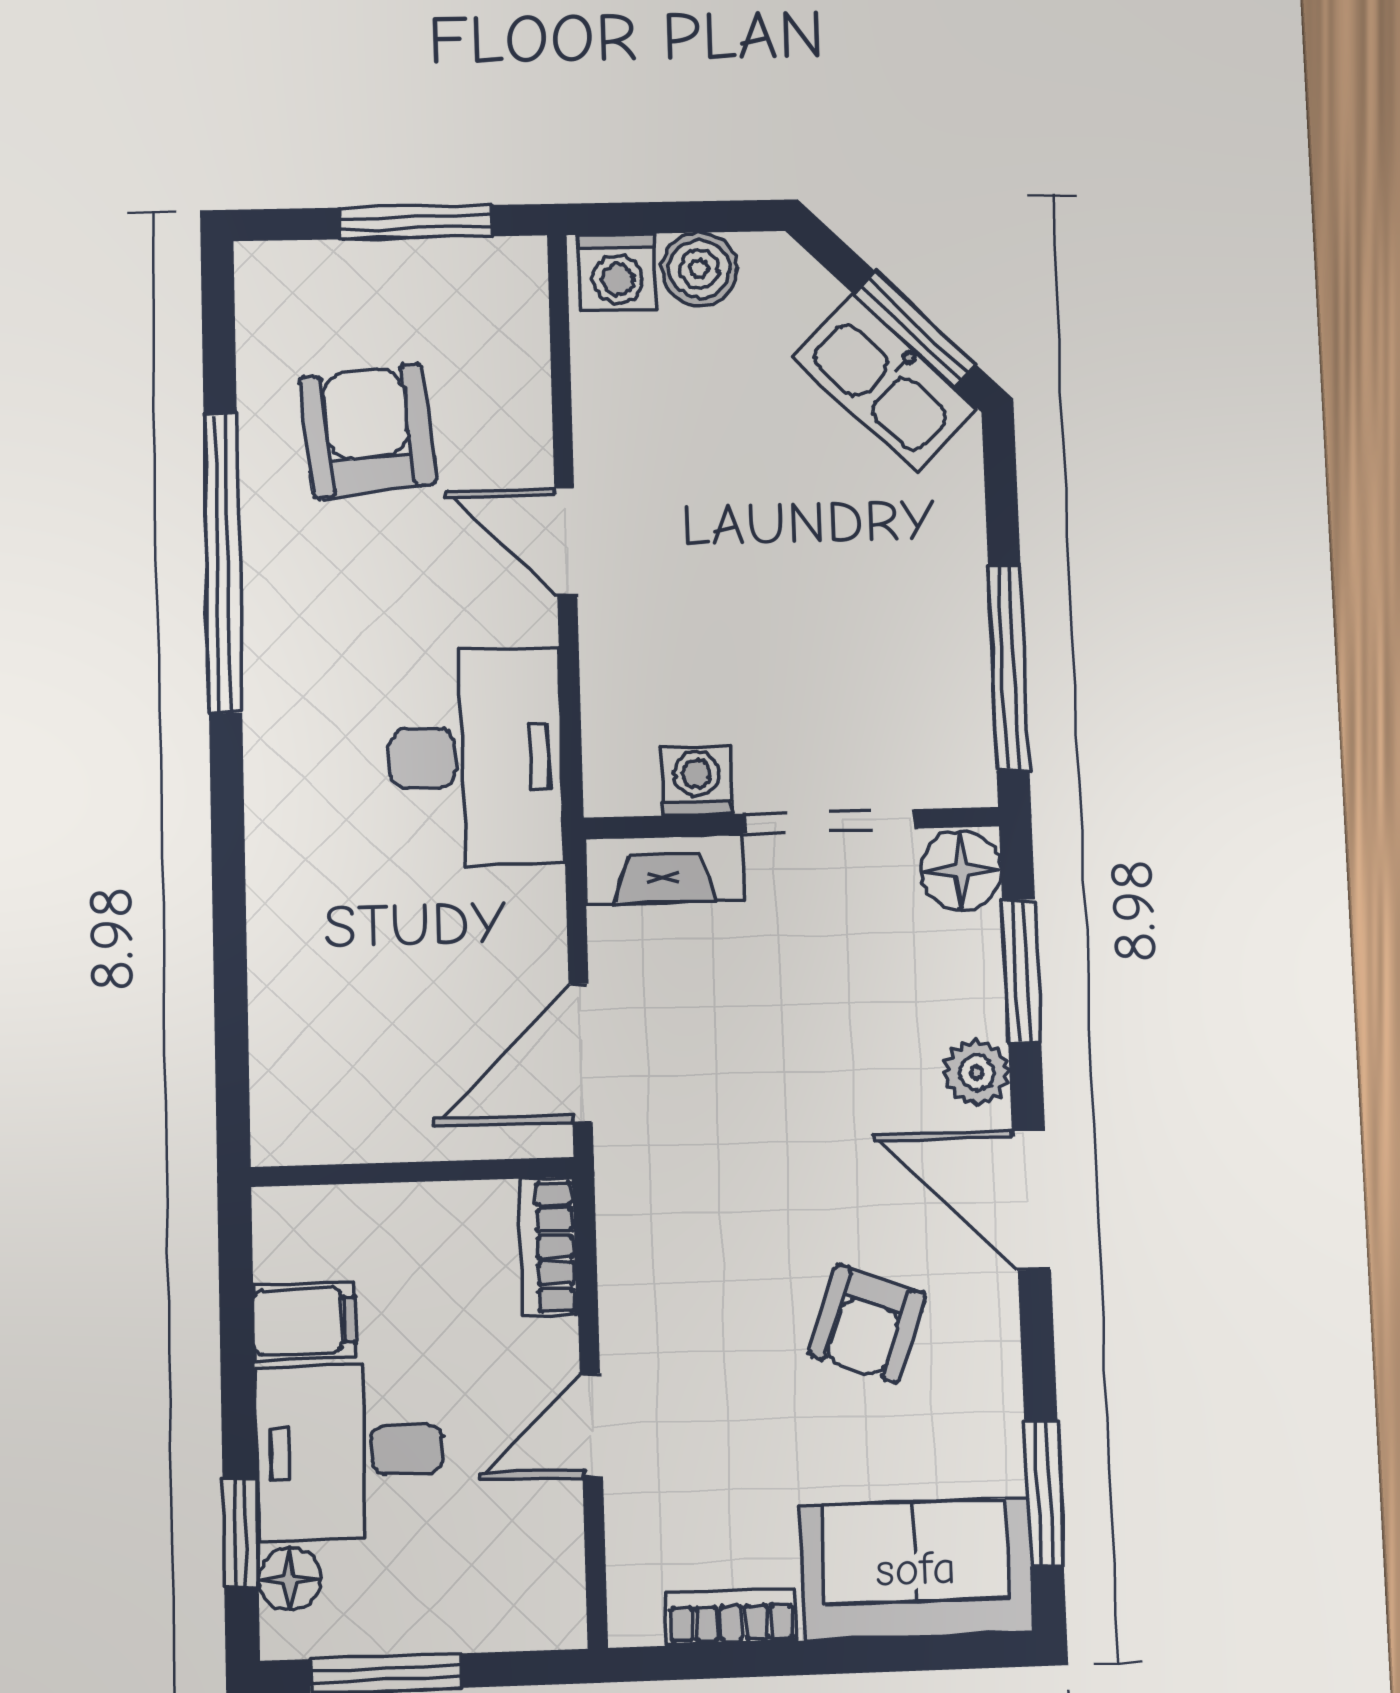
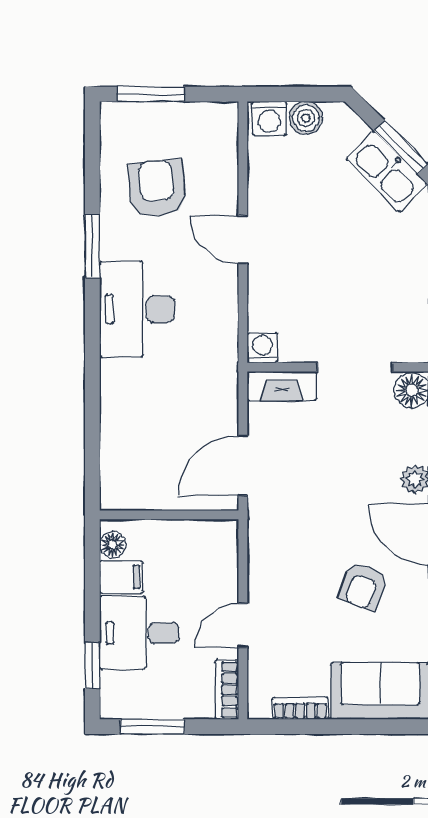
window: (417, 222) -> (151, 94), moved
window: (223, 563) -> (92, 246), width x0.47
desk: (476, 757) -> (137, 309), moved, turned 180
washing machine: (697, 781) -> (262, 348), moved
bookcase: (549, 1247) -> (227, 690), moved
floor lamp: (290, 1579) -> (113, 545), moved

